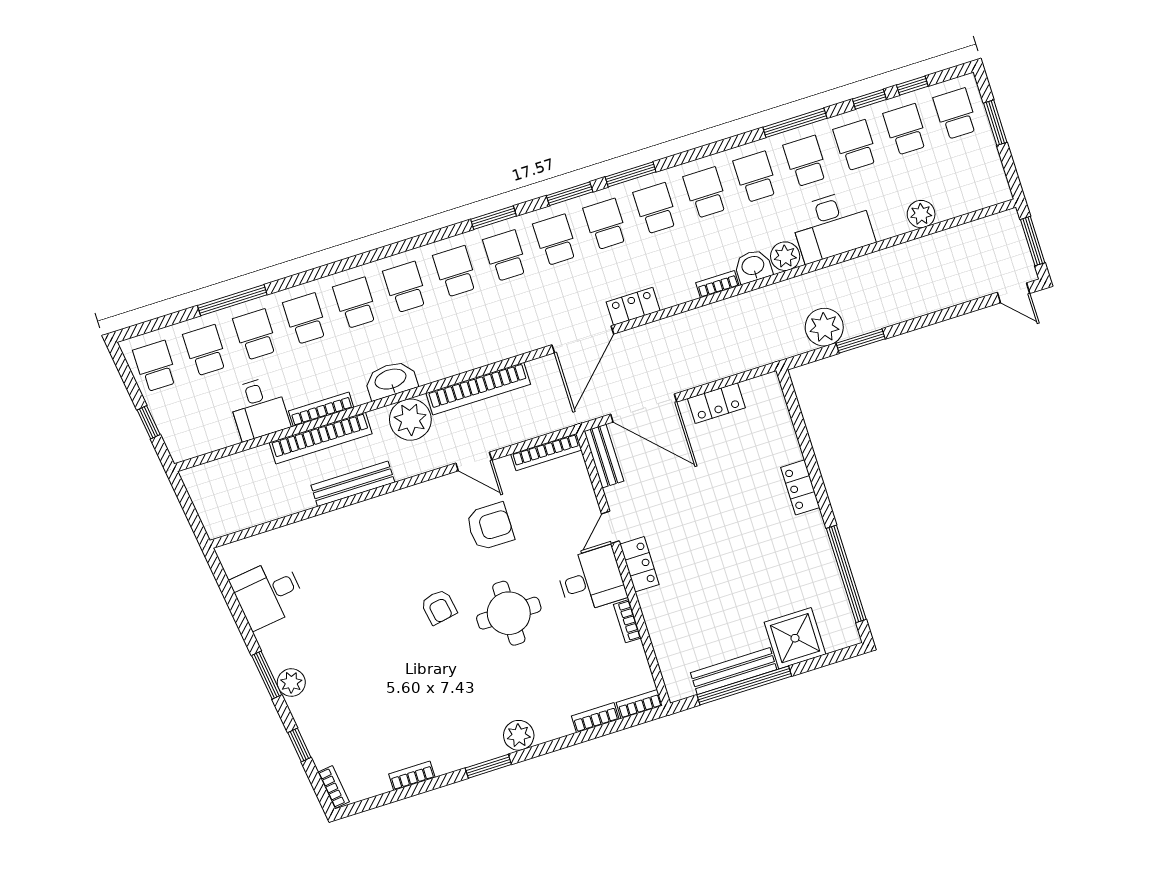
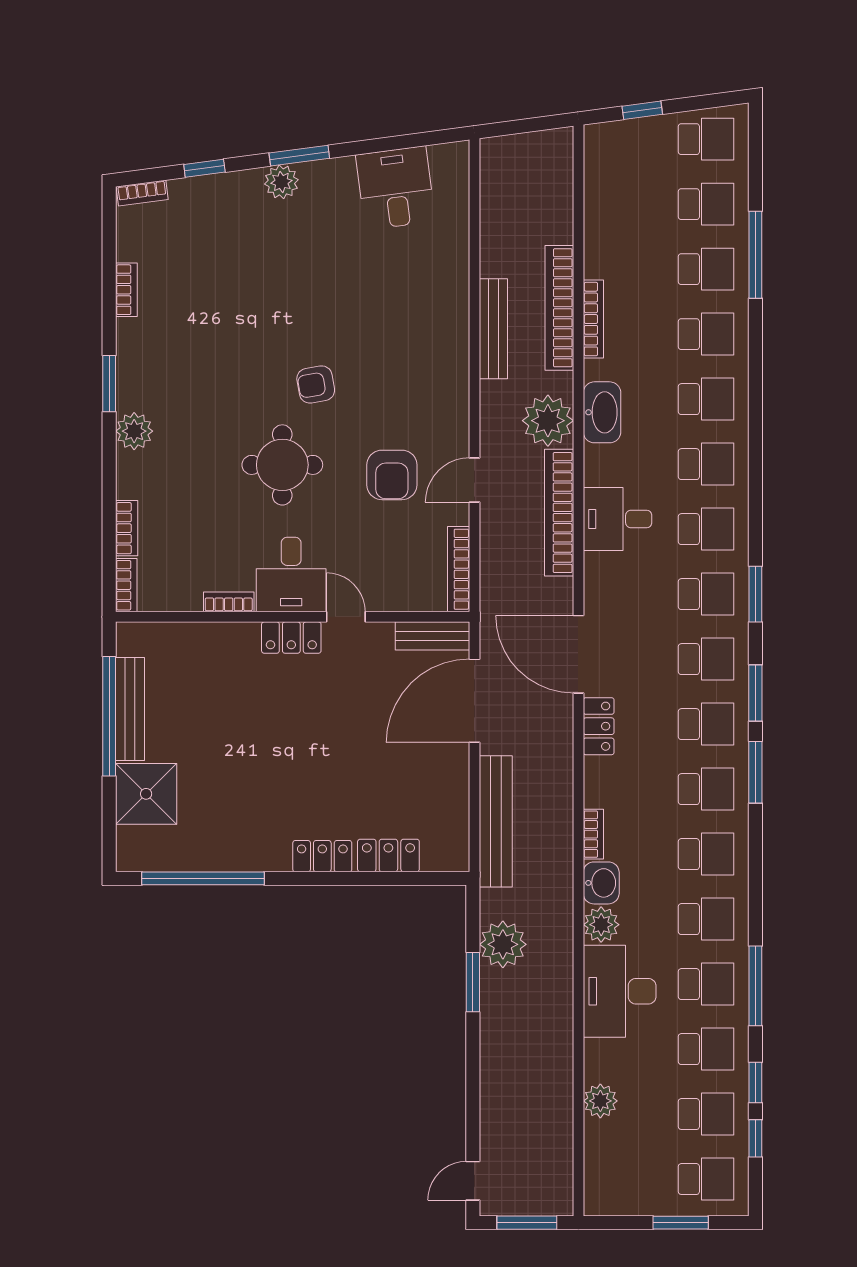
bench: (731, 362) -> (496, 821), added
locker: (716, 403) -> (388, 855), moved, turned 90
desk: (259, 408) -> (618, 519), moved

